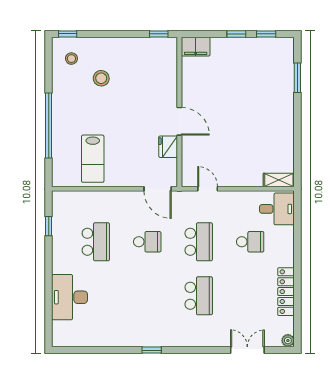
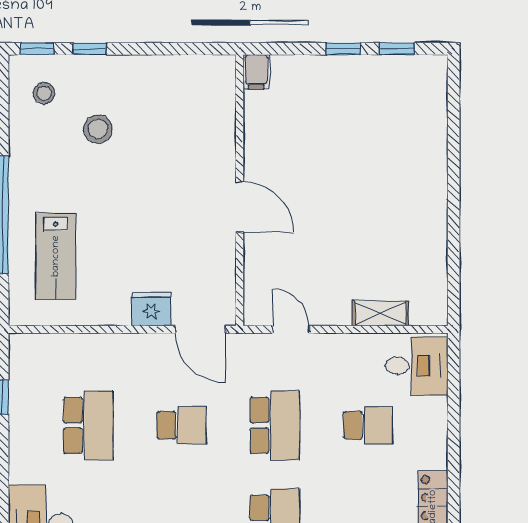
window: (159, 34) -> (90, 49), moved
filing cabinet: (196, 47) -> (256, 72), width x0.50
window: (297, 78) -> (454, 128), removed
fridge: (168, 147) -> (151, 309), moved, turned 90
lab bench: (93, 159) -> (56, 256), moved
shelving: (279, 180) -> (380, 313), moved

